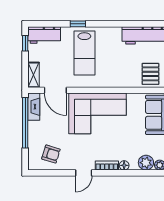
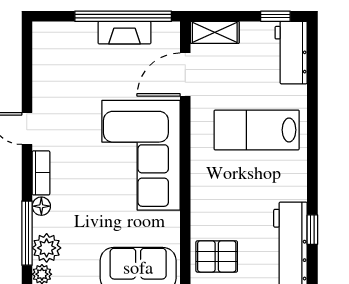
window: (78, 24) -> (312, 230), moved
fireplace: (34, 107) -> (124, 33), moved
armchair: (51, 154) -> (63, 66), removed
window: (138, 173) -> (27, 233), added

